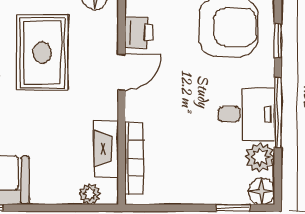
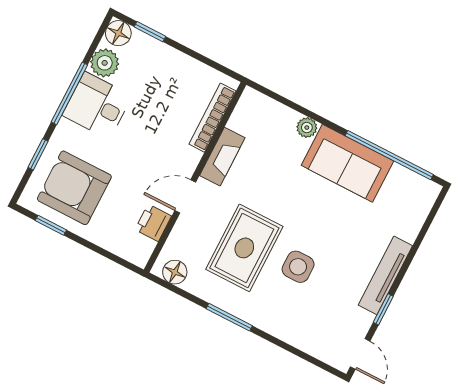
fireplace: (106, 148) -> (222, 157), moved
plant: (90, 194) -> (307, 128), moved

